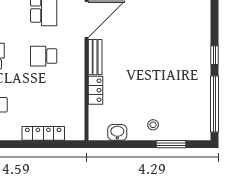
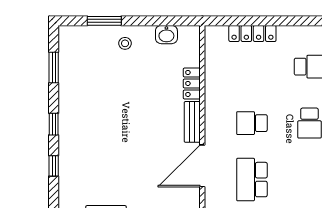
window: (214, 19) -> (54, 166), added
school desk: (44, 56) -> (252, 123), turned 180
window: (214, 104) -> (54, 68), width x0.47

